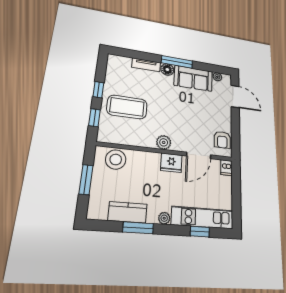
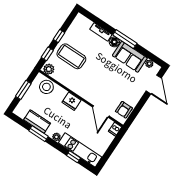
plant: (164, 142) -> (49, 69), moved
door: (199, 155) -> (101, 111), hinge flipped
fridge: (171, 163) -> (72, 101), moved

